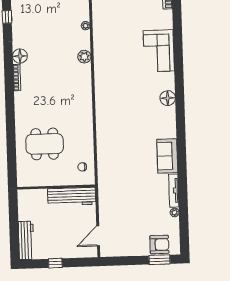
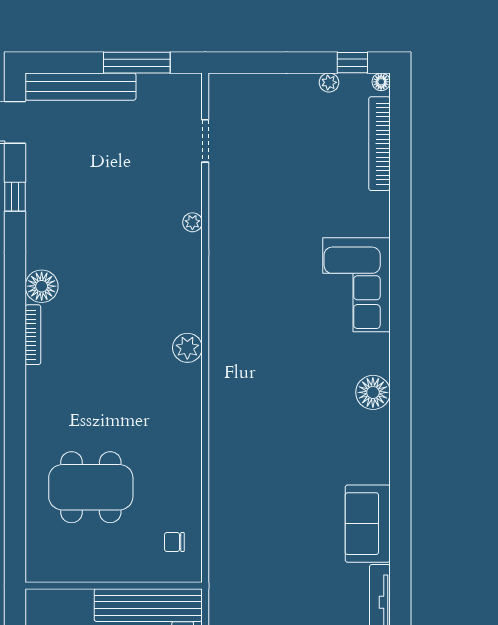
plant: (84, 57) -> (187, 348), moved

